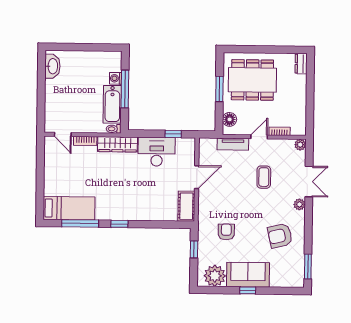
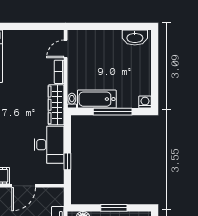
washing machine: (116, 78) -> (145, 102), moved
door: (197, 177) -> (24, 186), hinge flipped

